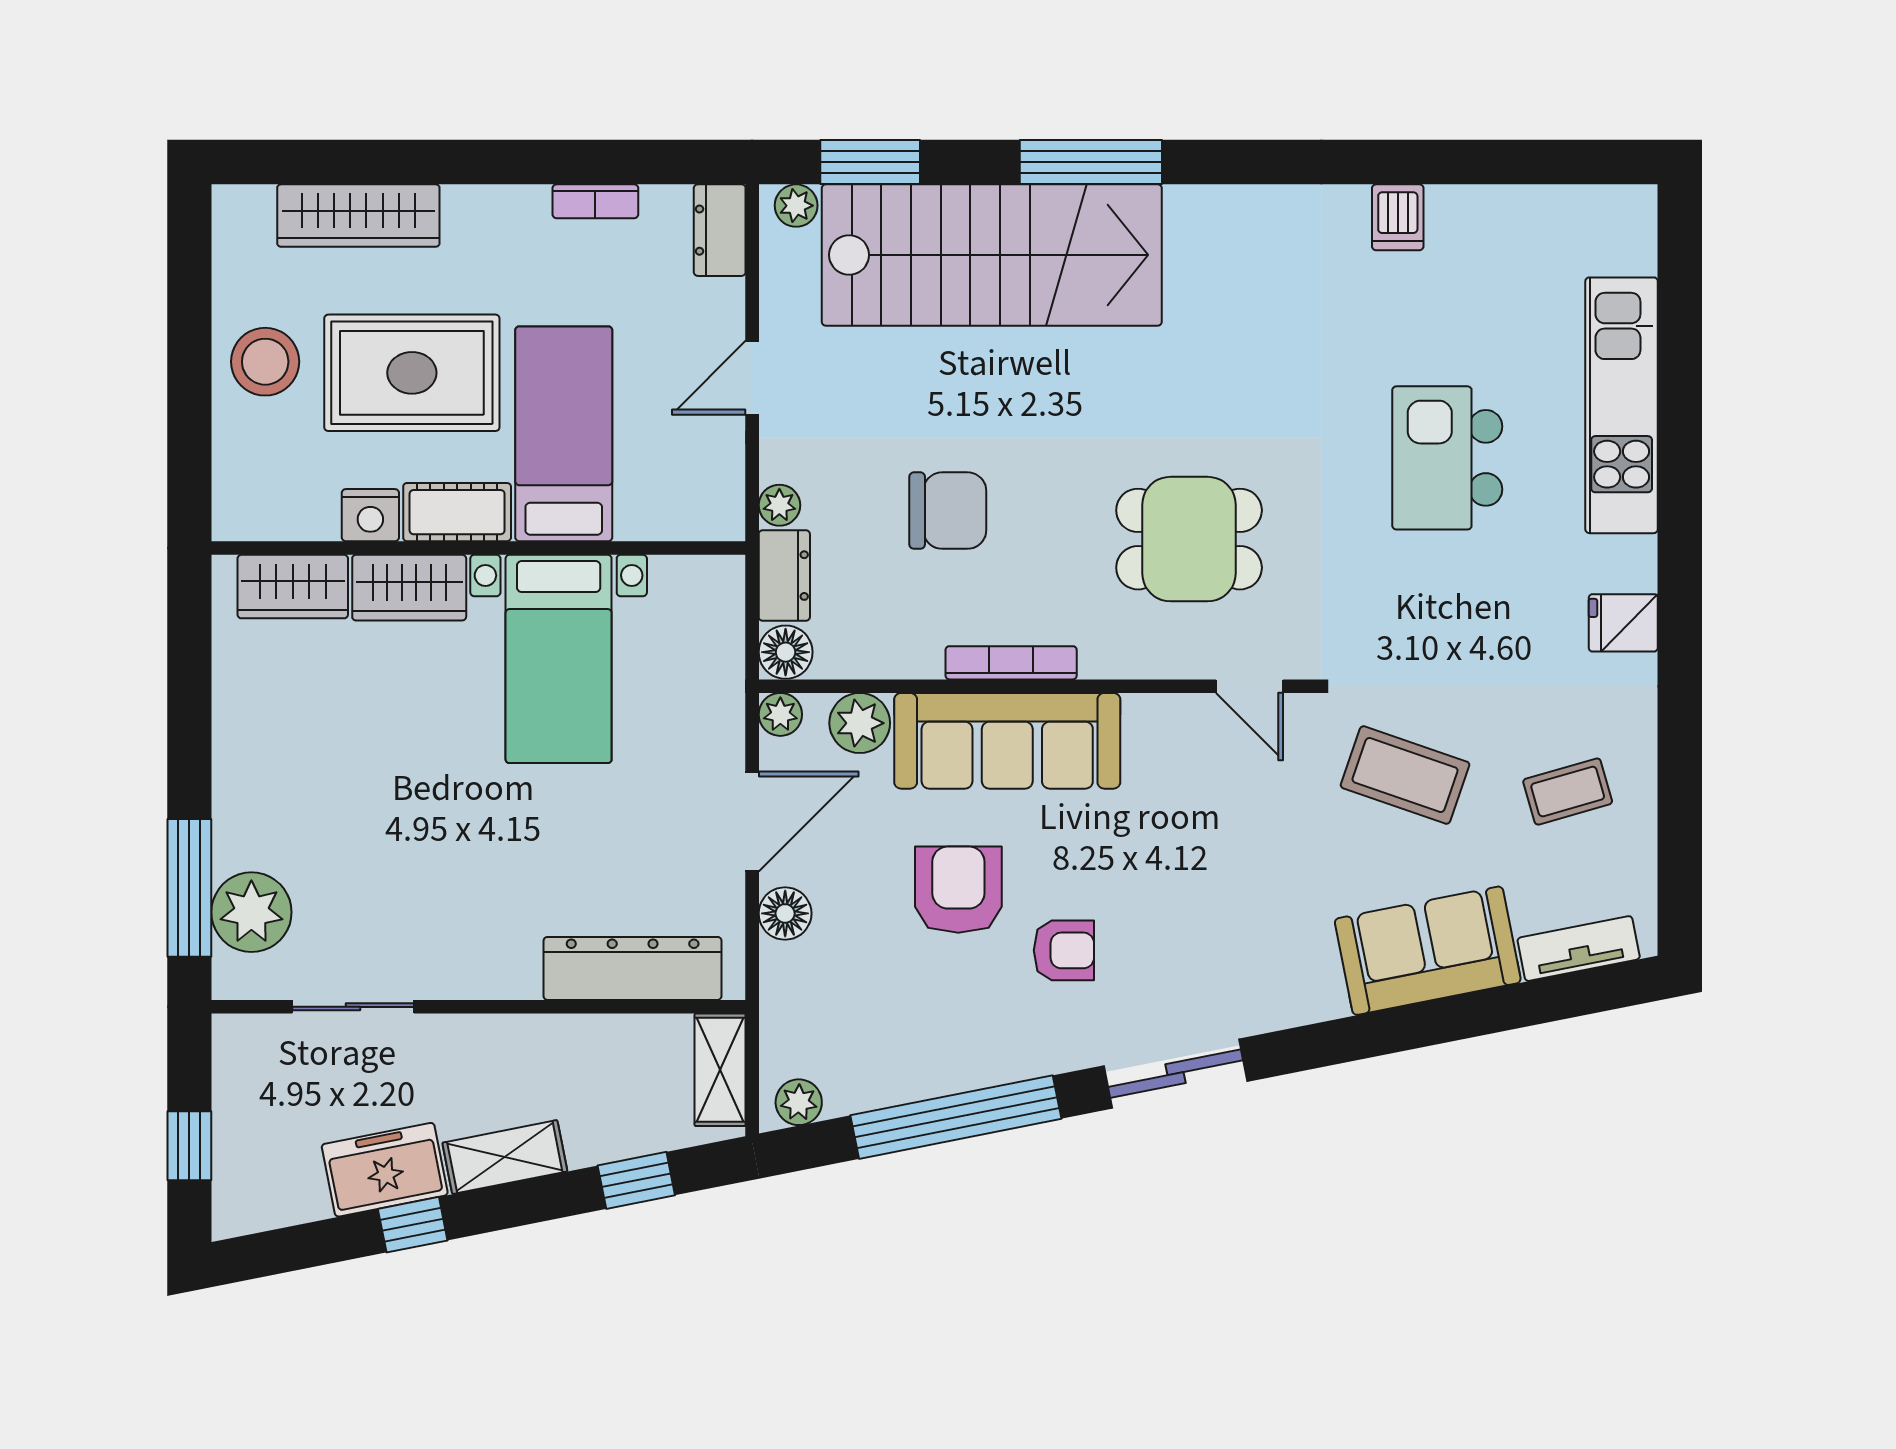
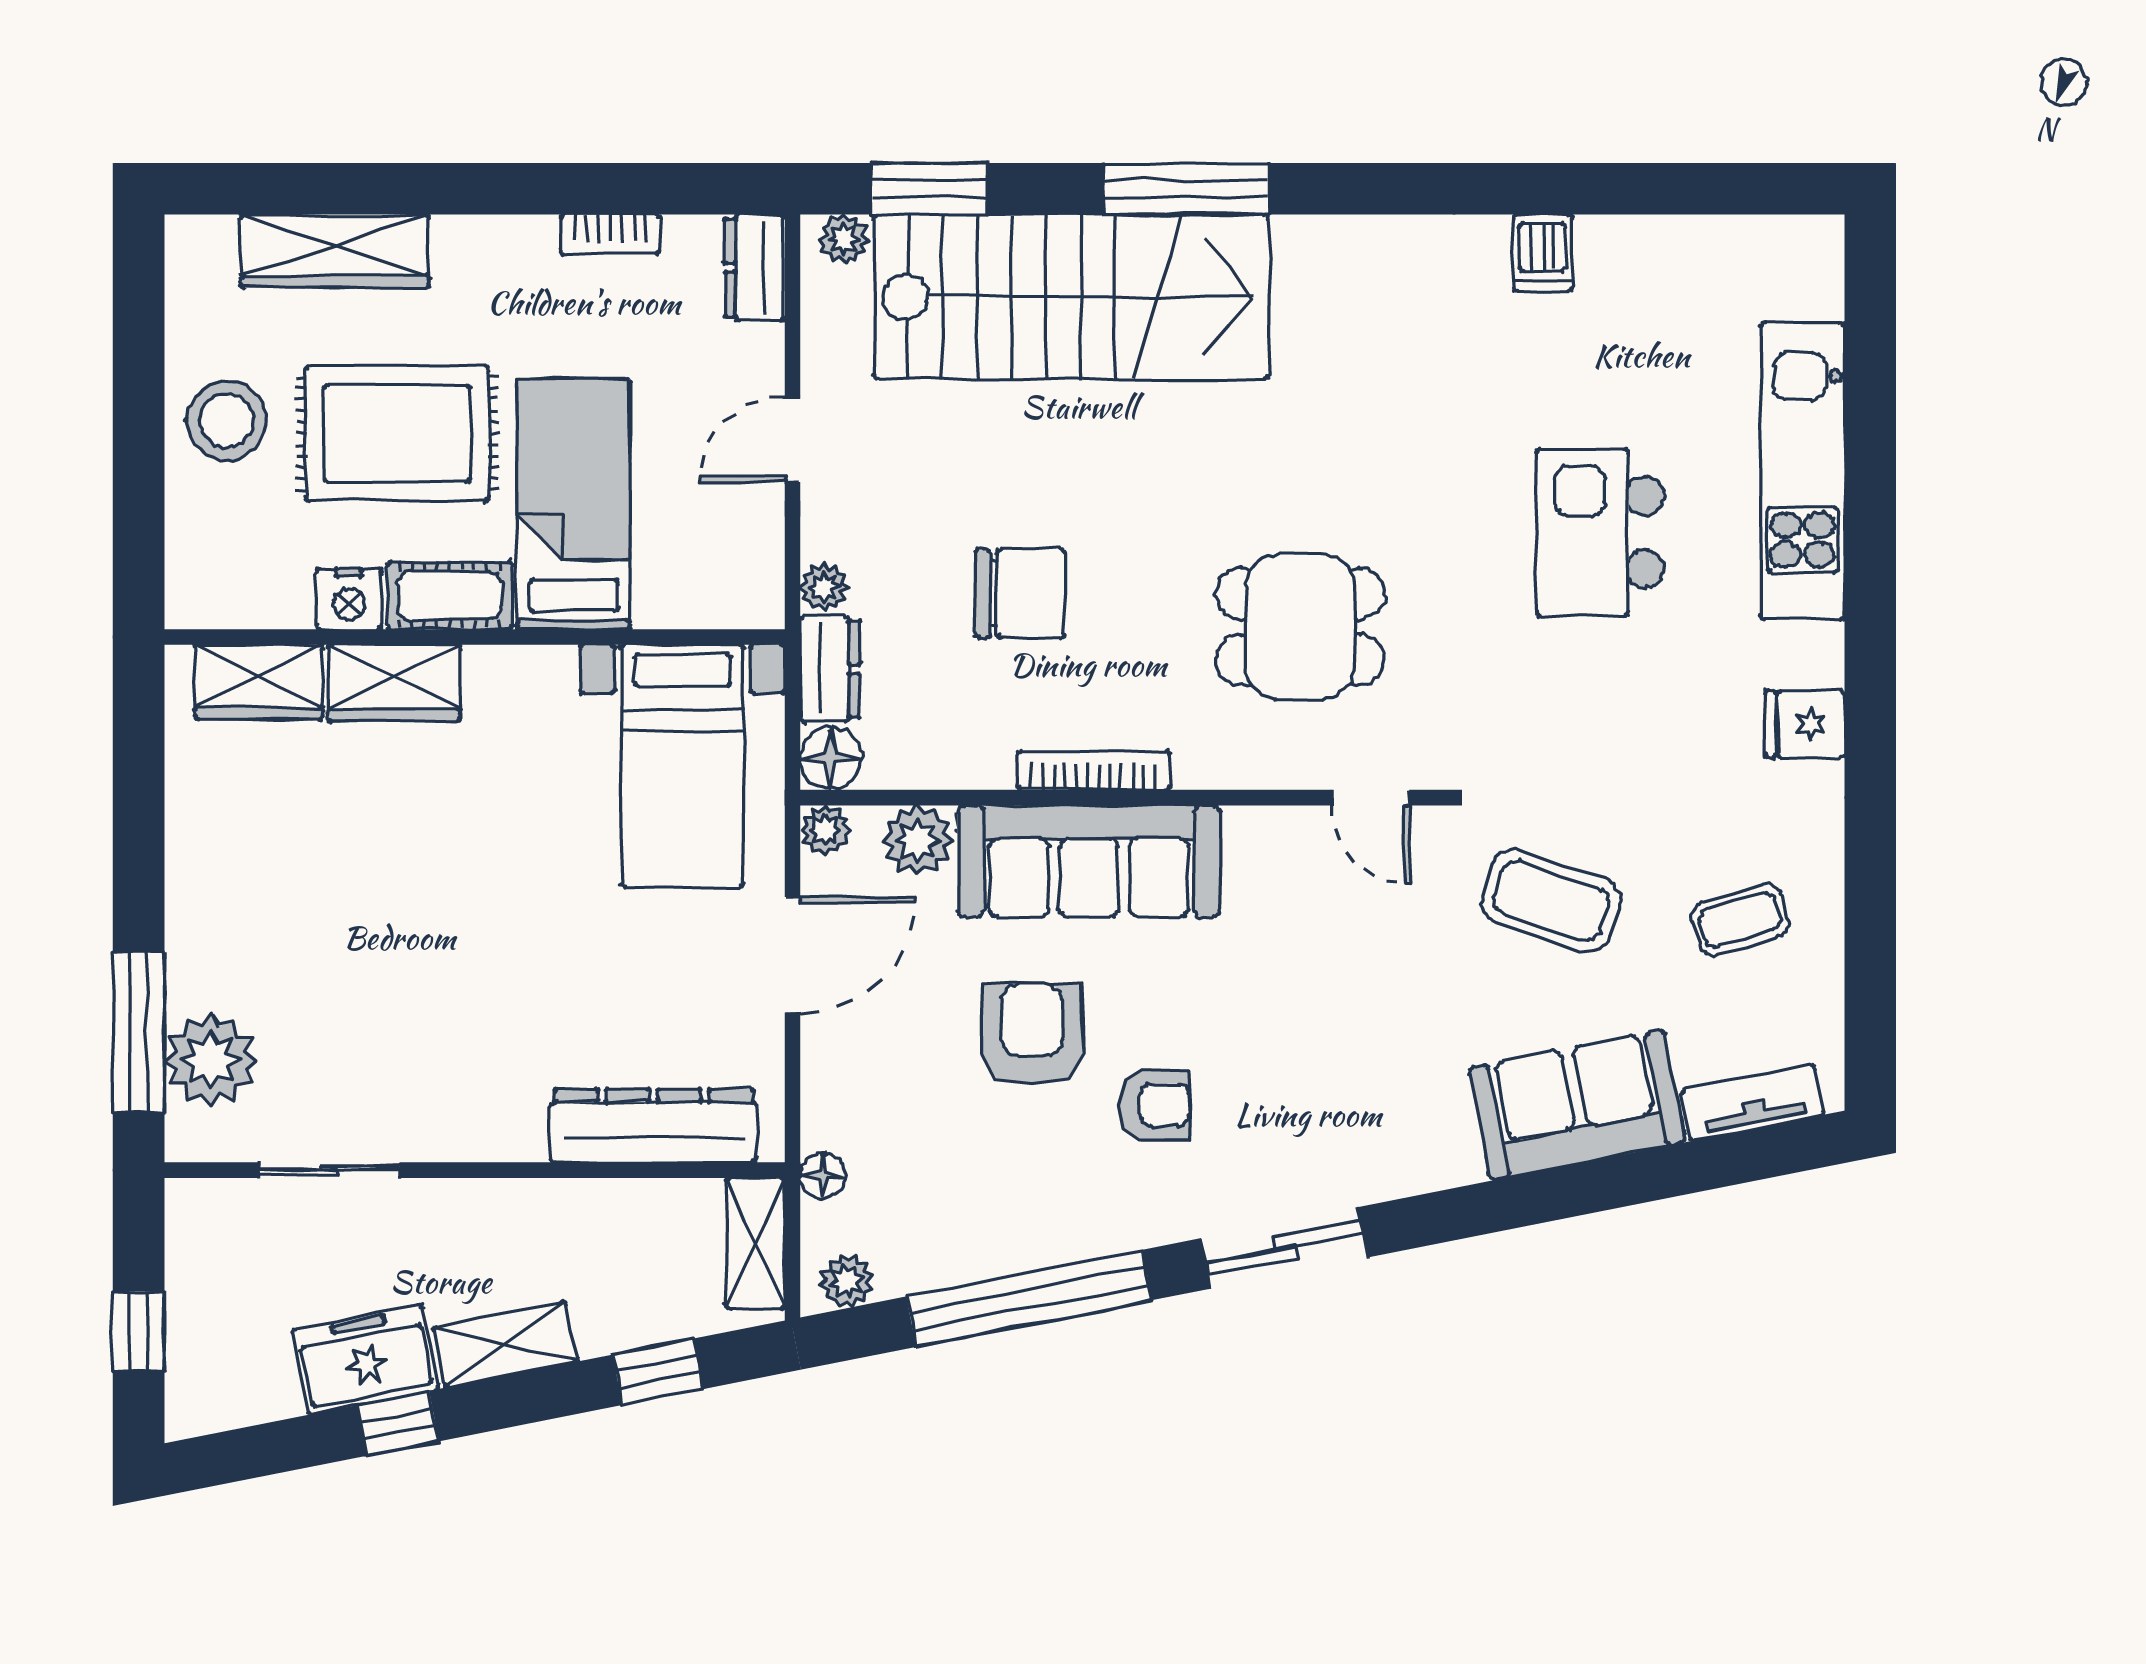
bed with nightstands: (559, 659) -> (682, 766), moved
floor lamp: (785, 913) -> (822, 1176), moved, width x0.73, depth x0.73

